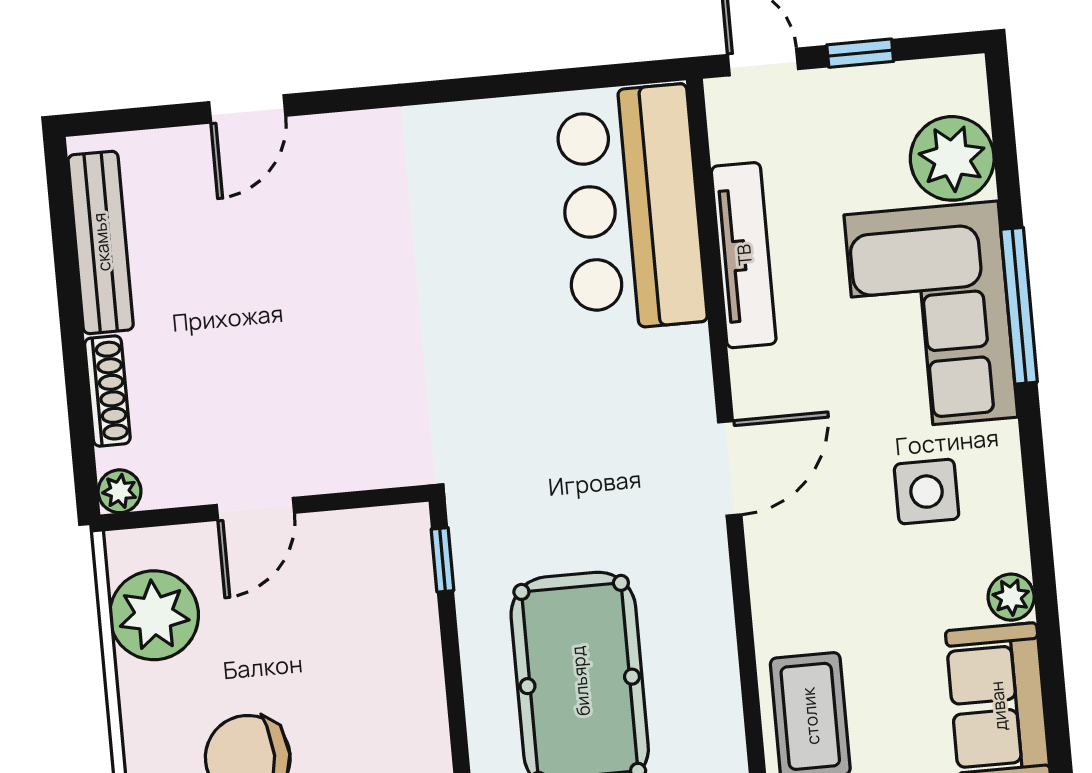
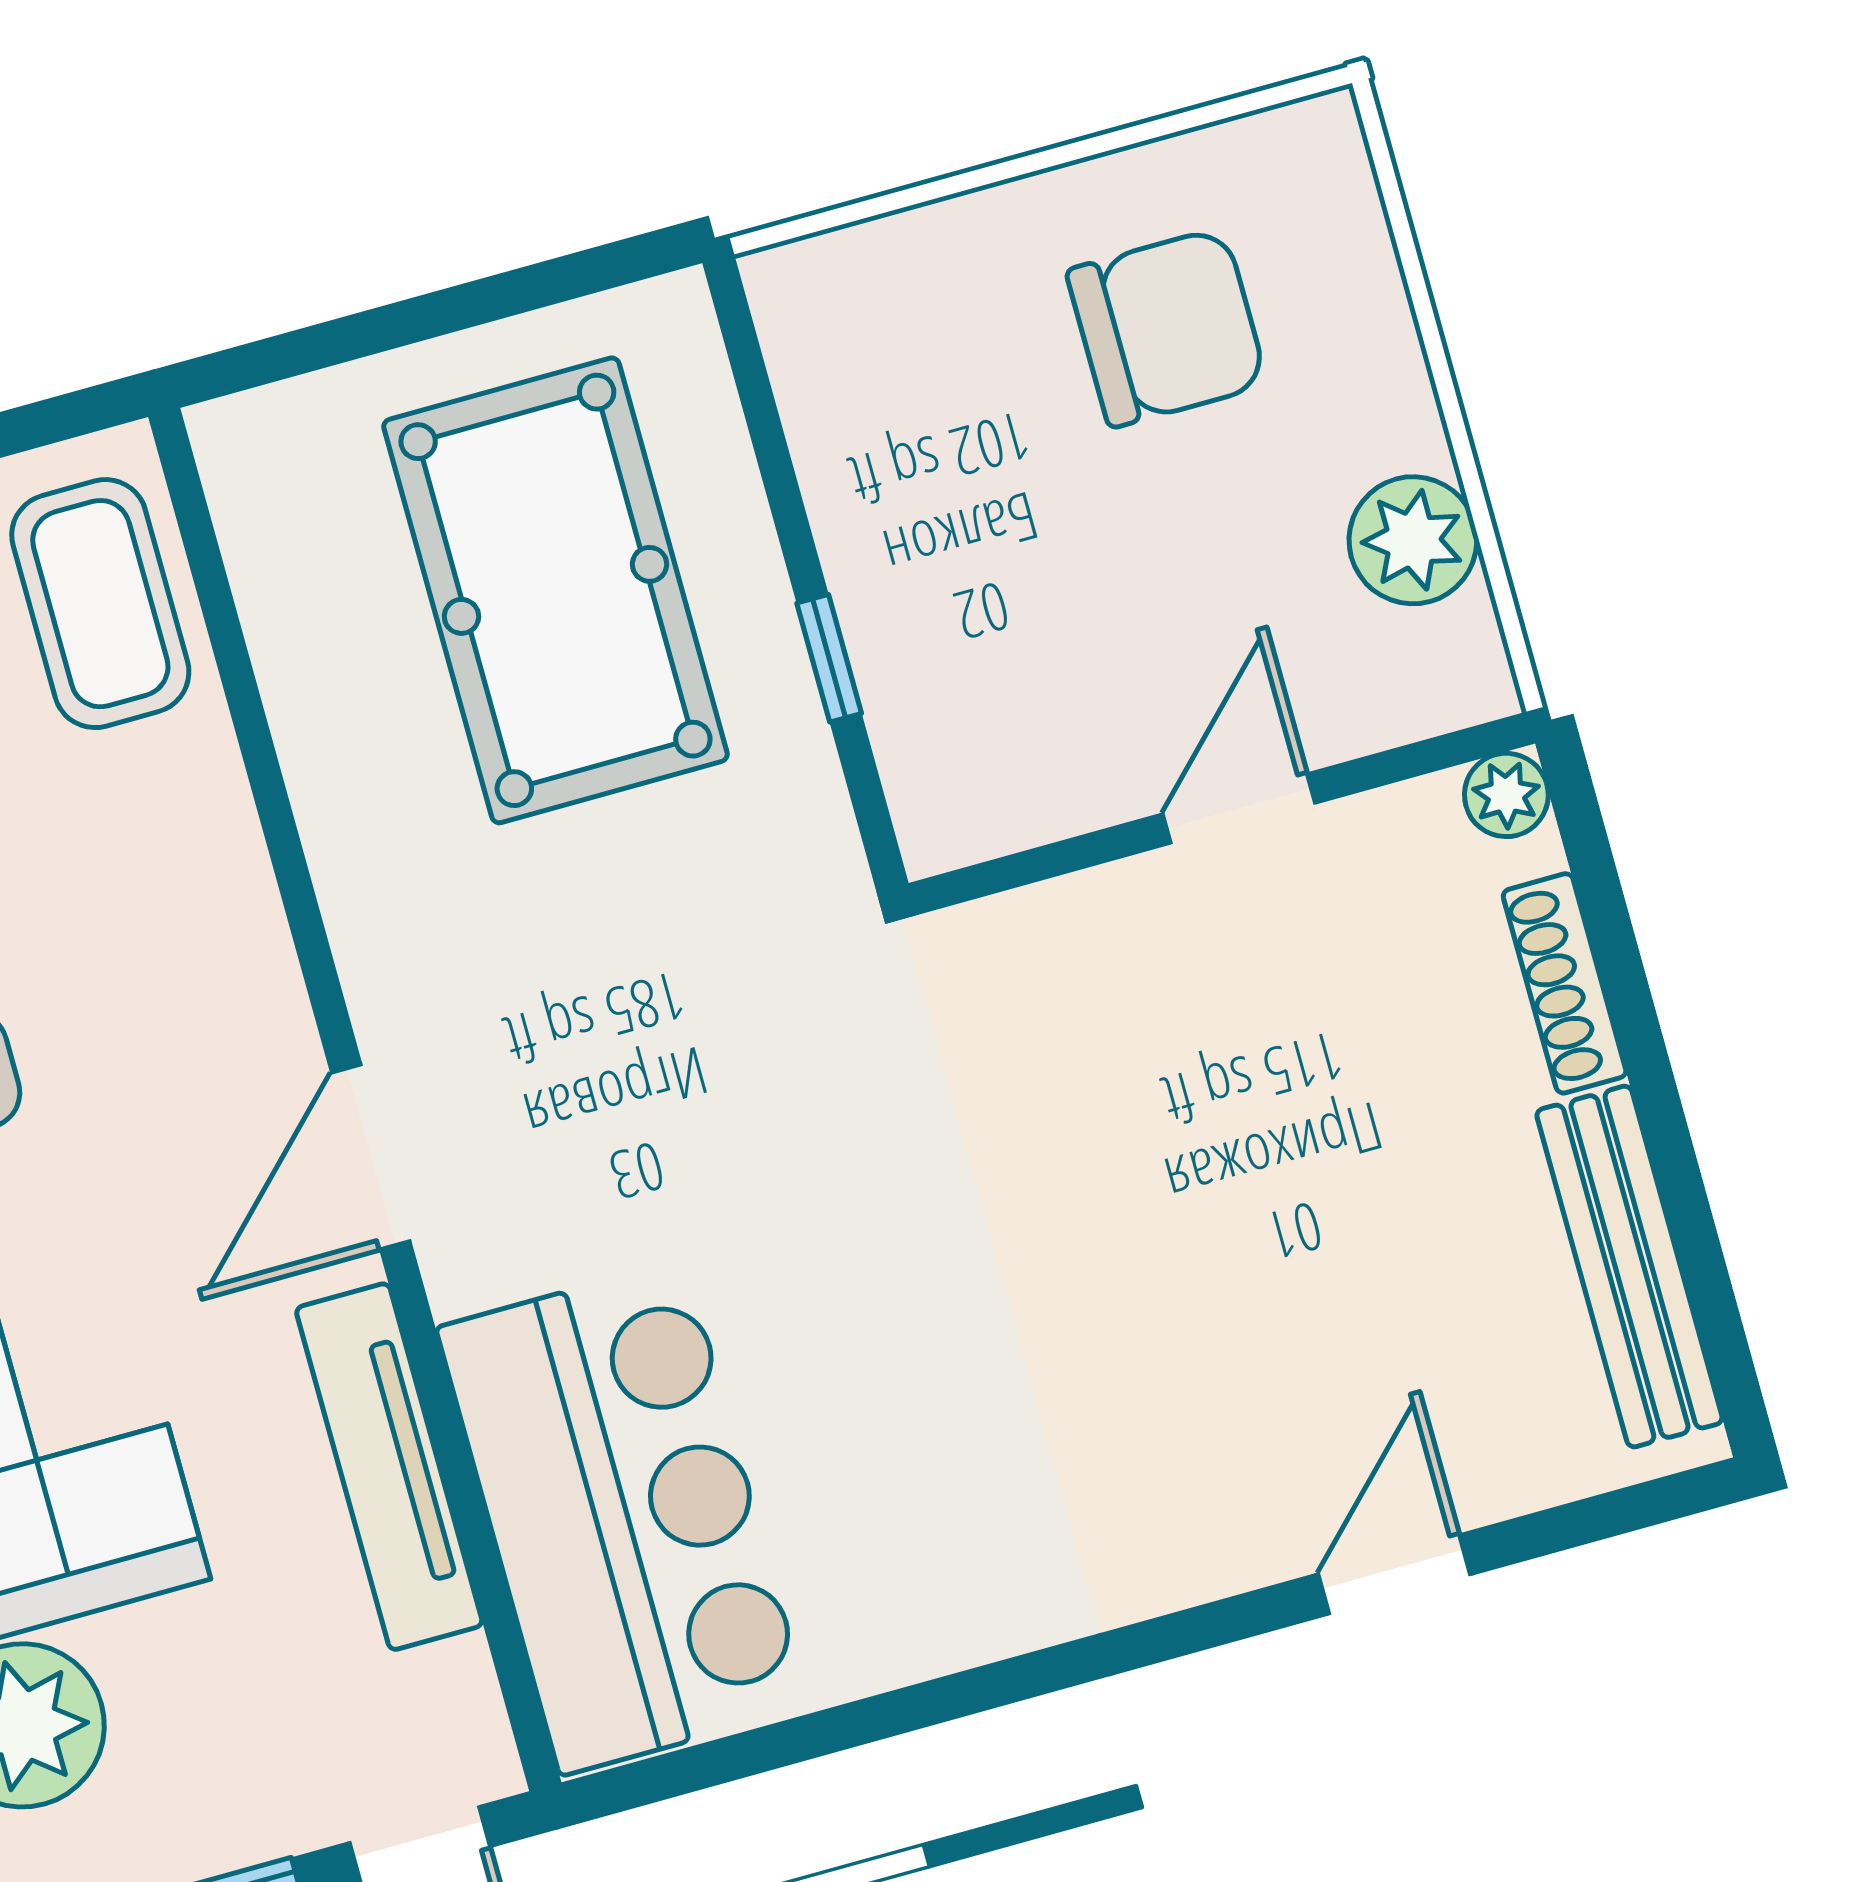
door: (730, 468) -> (371, 1157), moved
window: (442, 560) -> (829, 658), moved
plant: (154, 615) -> (1413, 540), width x0.73, depth x0.73

